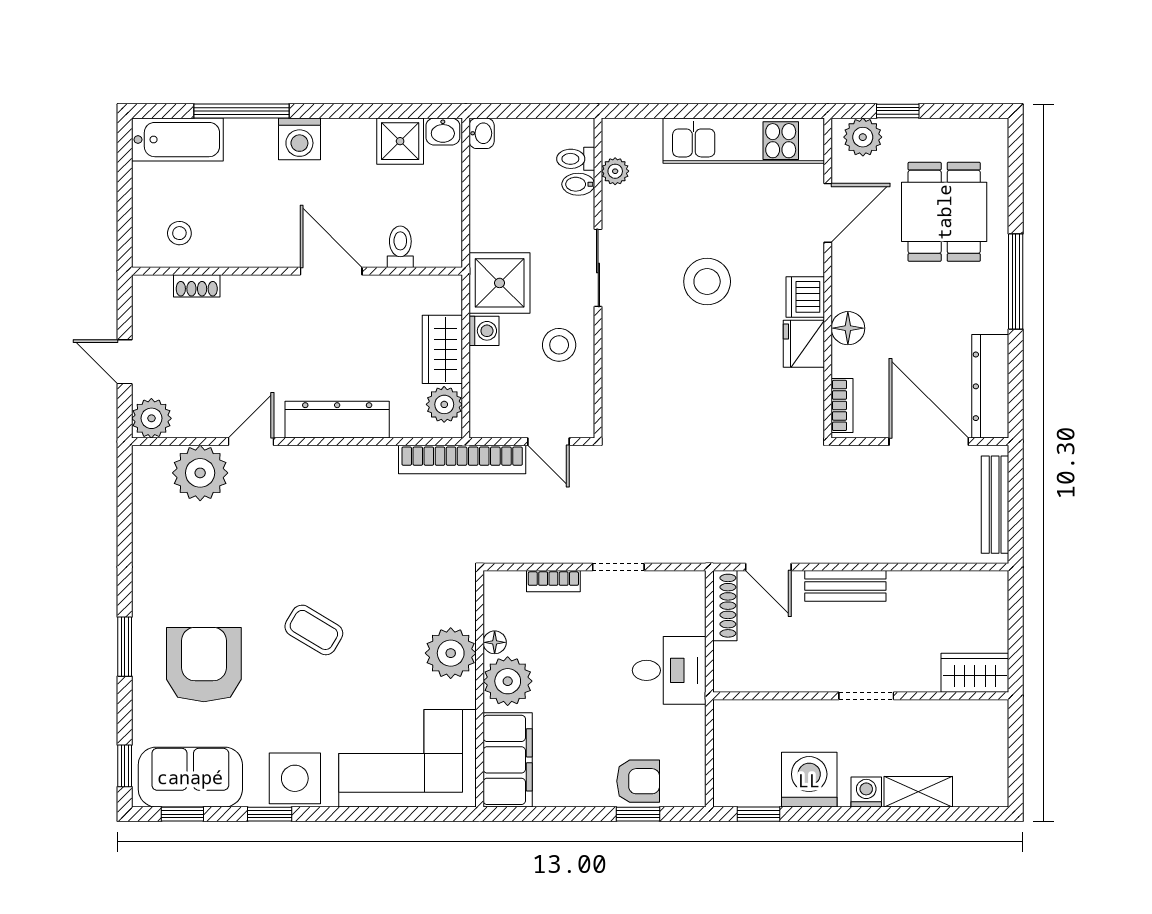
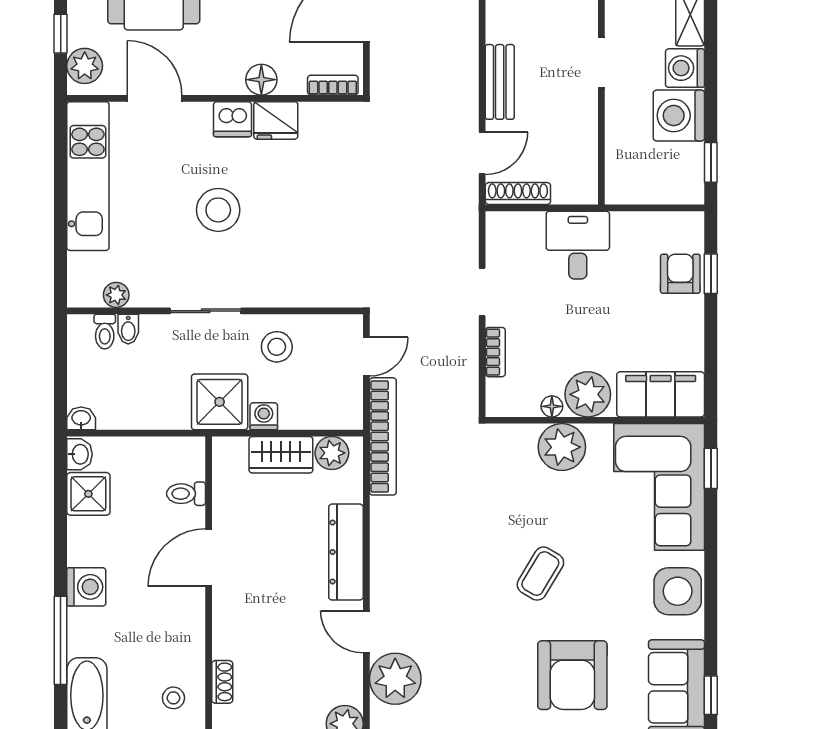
armchair: (204, 665) -> (572, 675), turned -90
washing machine: (866, 792) -> (685, 68), width x1.38, depth x1.38
window: (270, 814) -> (711, 468), moved

